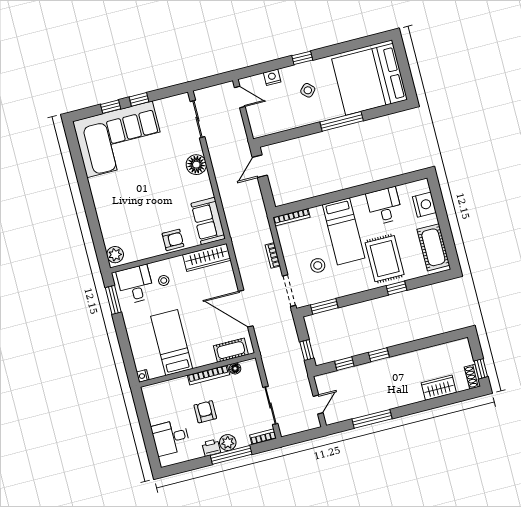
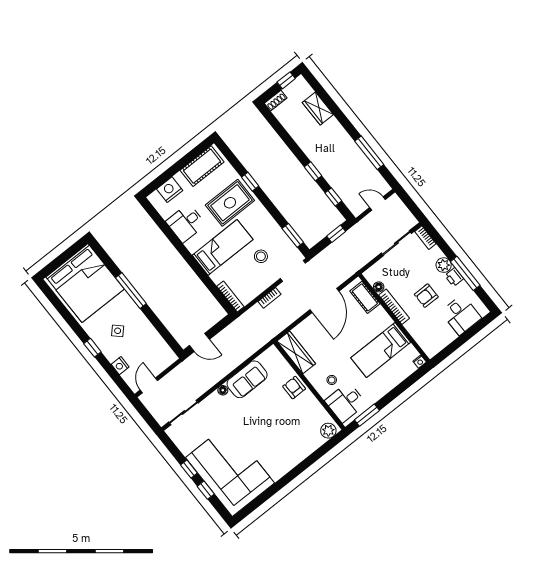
floor lamp: (196, 165) -> (223, 390), width x0.53, depth x0.53
sofa: (208, 221) -> (247, 379), moved
shoe rack: (472, 377) -> (276, 101), moved
window: (231, 455) -> (465, 273), moved

